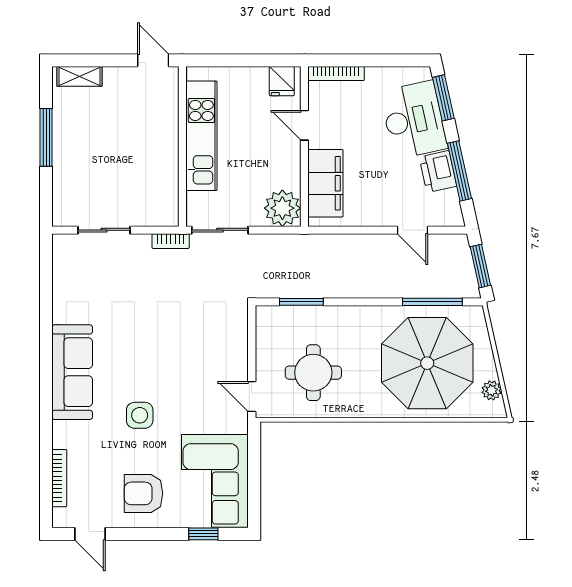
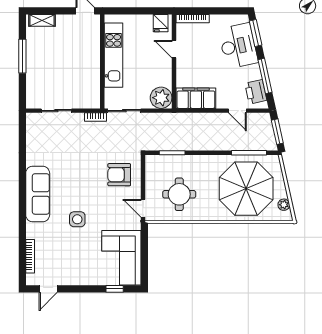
printer: (438, 172) -> (256, 92), moved
filing cabinet: (325, 183) -> (196, 98), moved, turned -90
armchair: (144, 493) -> (119, 175), moved
door: (90, 534) -> (48, 289), hinge flipped

